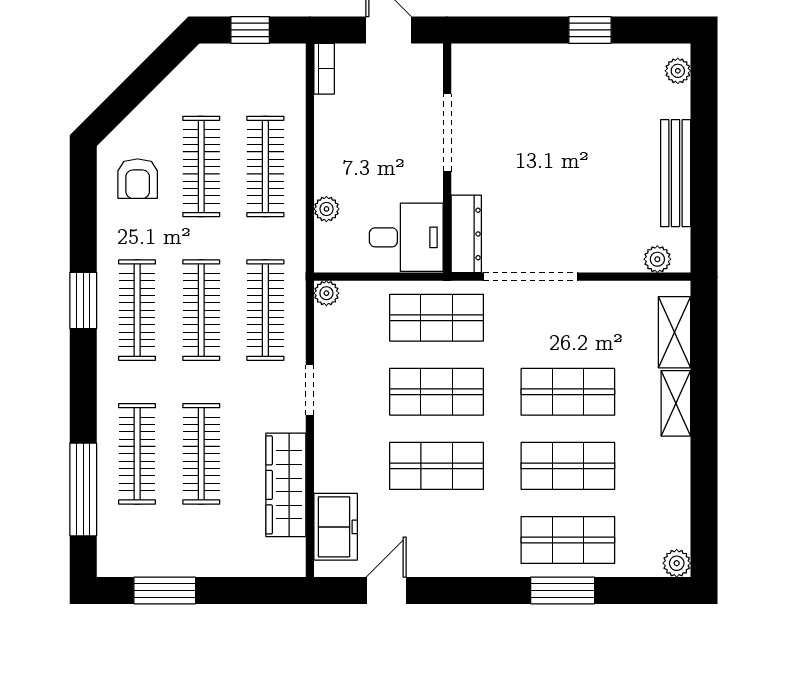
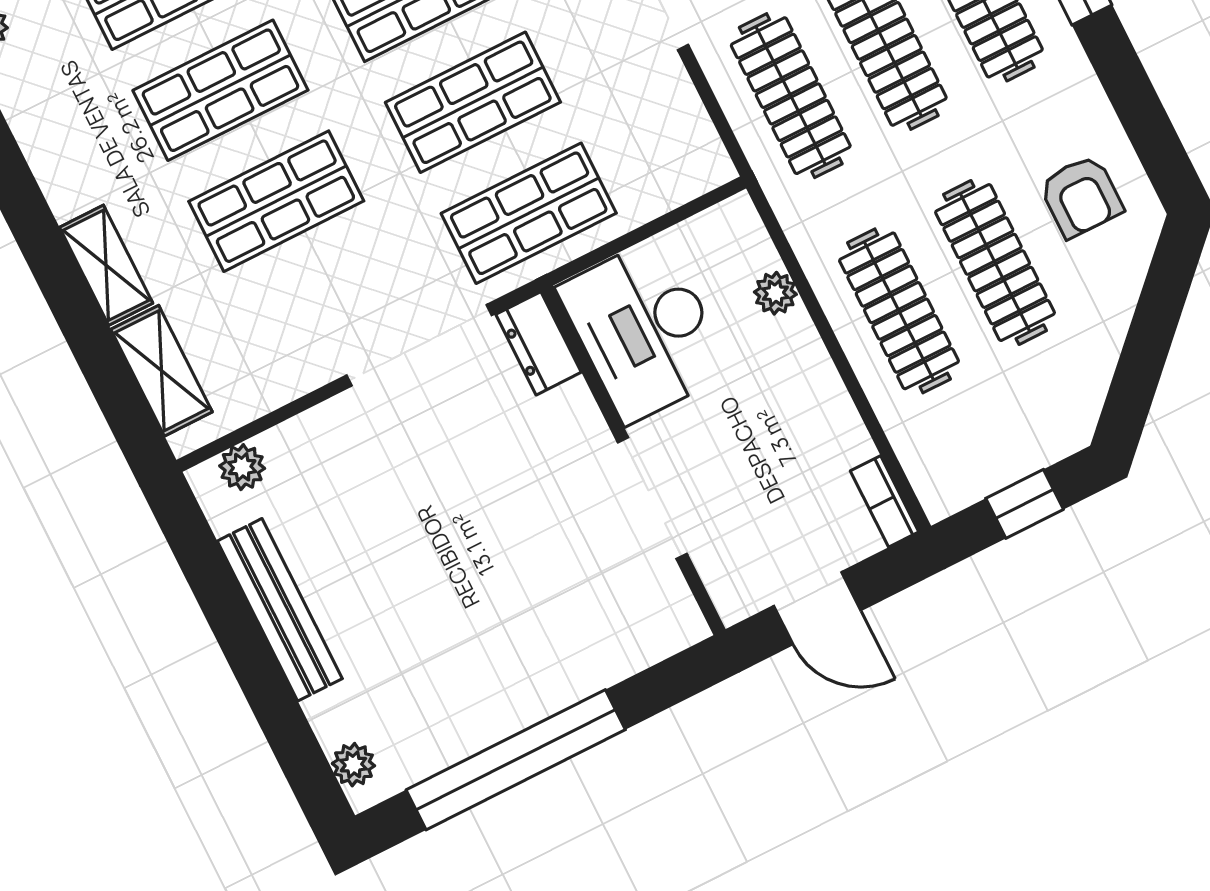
window: (590, 30) -> (516, 760), width x3.17
armchair: (138, 179) -> (1081, 196), turned 180
dresser: (466, 234) -> (539, 343), width x0.70
desk: (406, 237) -> (644, 330), width x1.37
plant: (326, 293) -> (712, 167), removed

